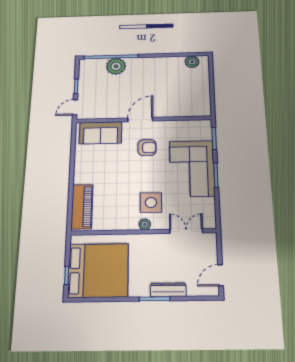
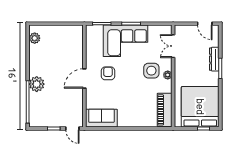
plant: (116, 66) -> (37, 84), moved
door: (140, 120) -> (84, 79), hinge flipped
sofa: (101, 133) -> (101, 118), moved, turned -90
piano: (82, 207) -> (165, 110), moved, turned -90

